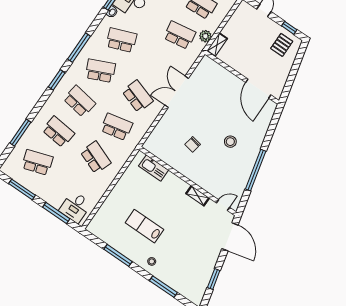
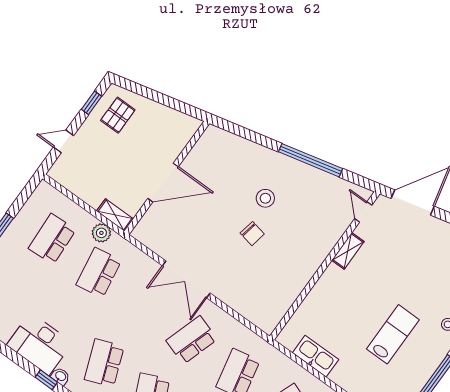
pallet: (282, 45) -> (118, 115), turned 90
door: (258, 89) -> (163, 183), moved
chair: (193, 144) -> (252, 234), moved
kitchen sink: (154, 168) -> (316, 356), moved, turned -90
lab bench: (144, 226) -> (393, 334), turned 180

